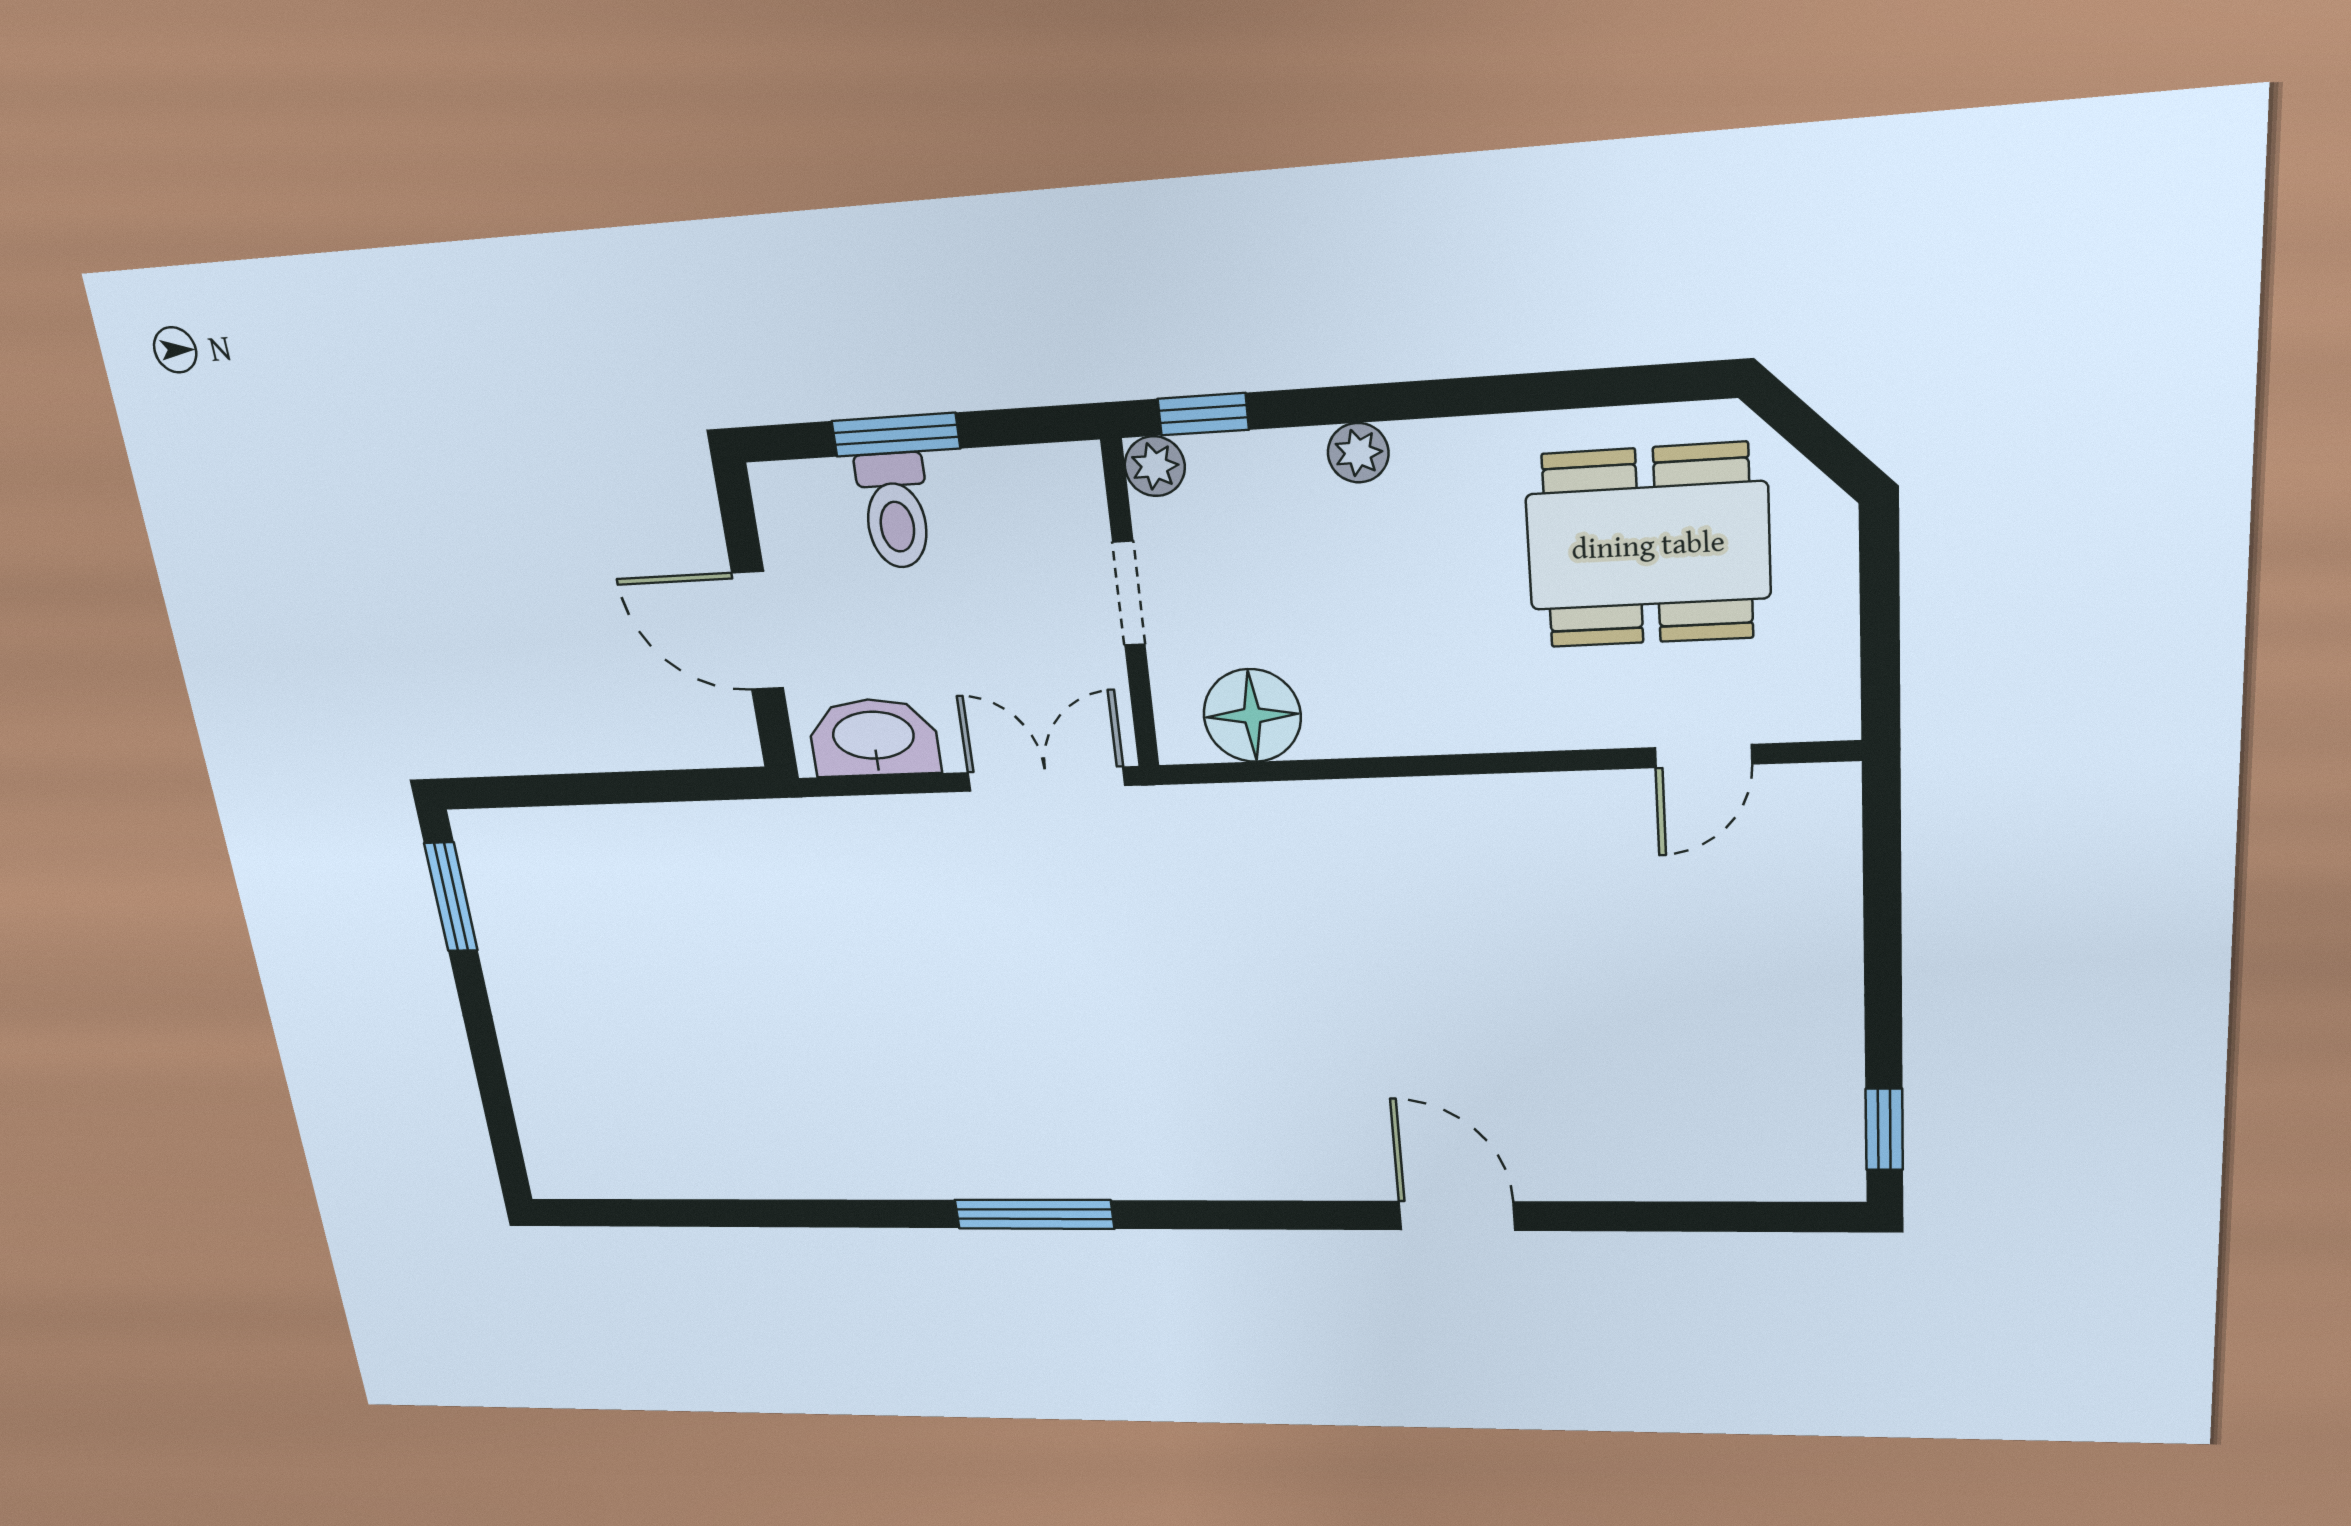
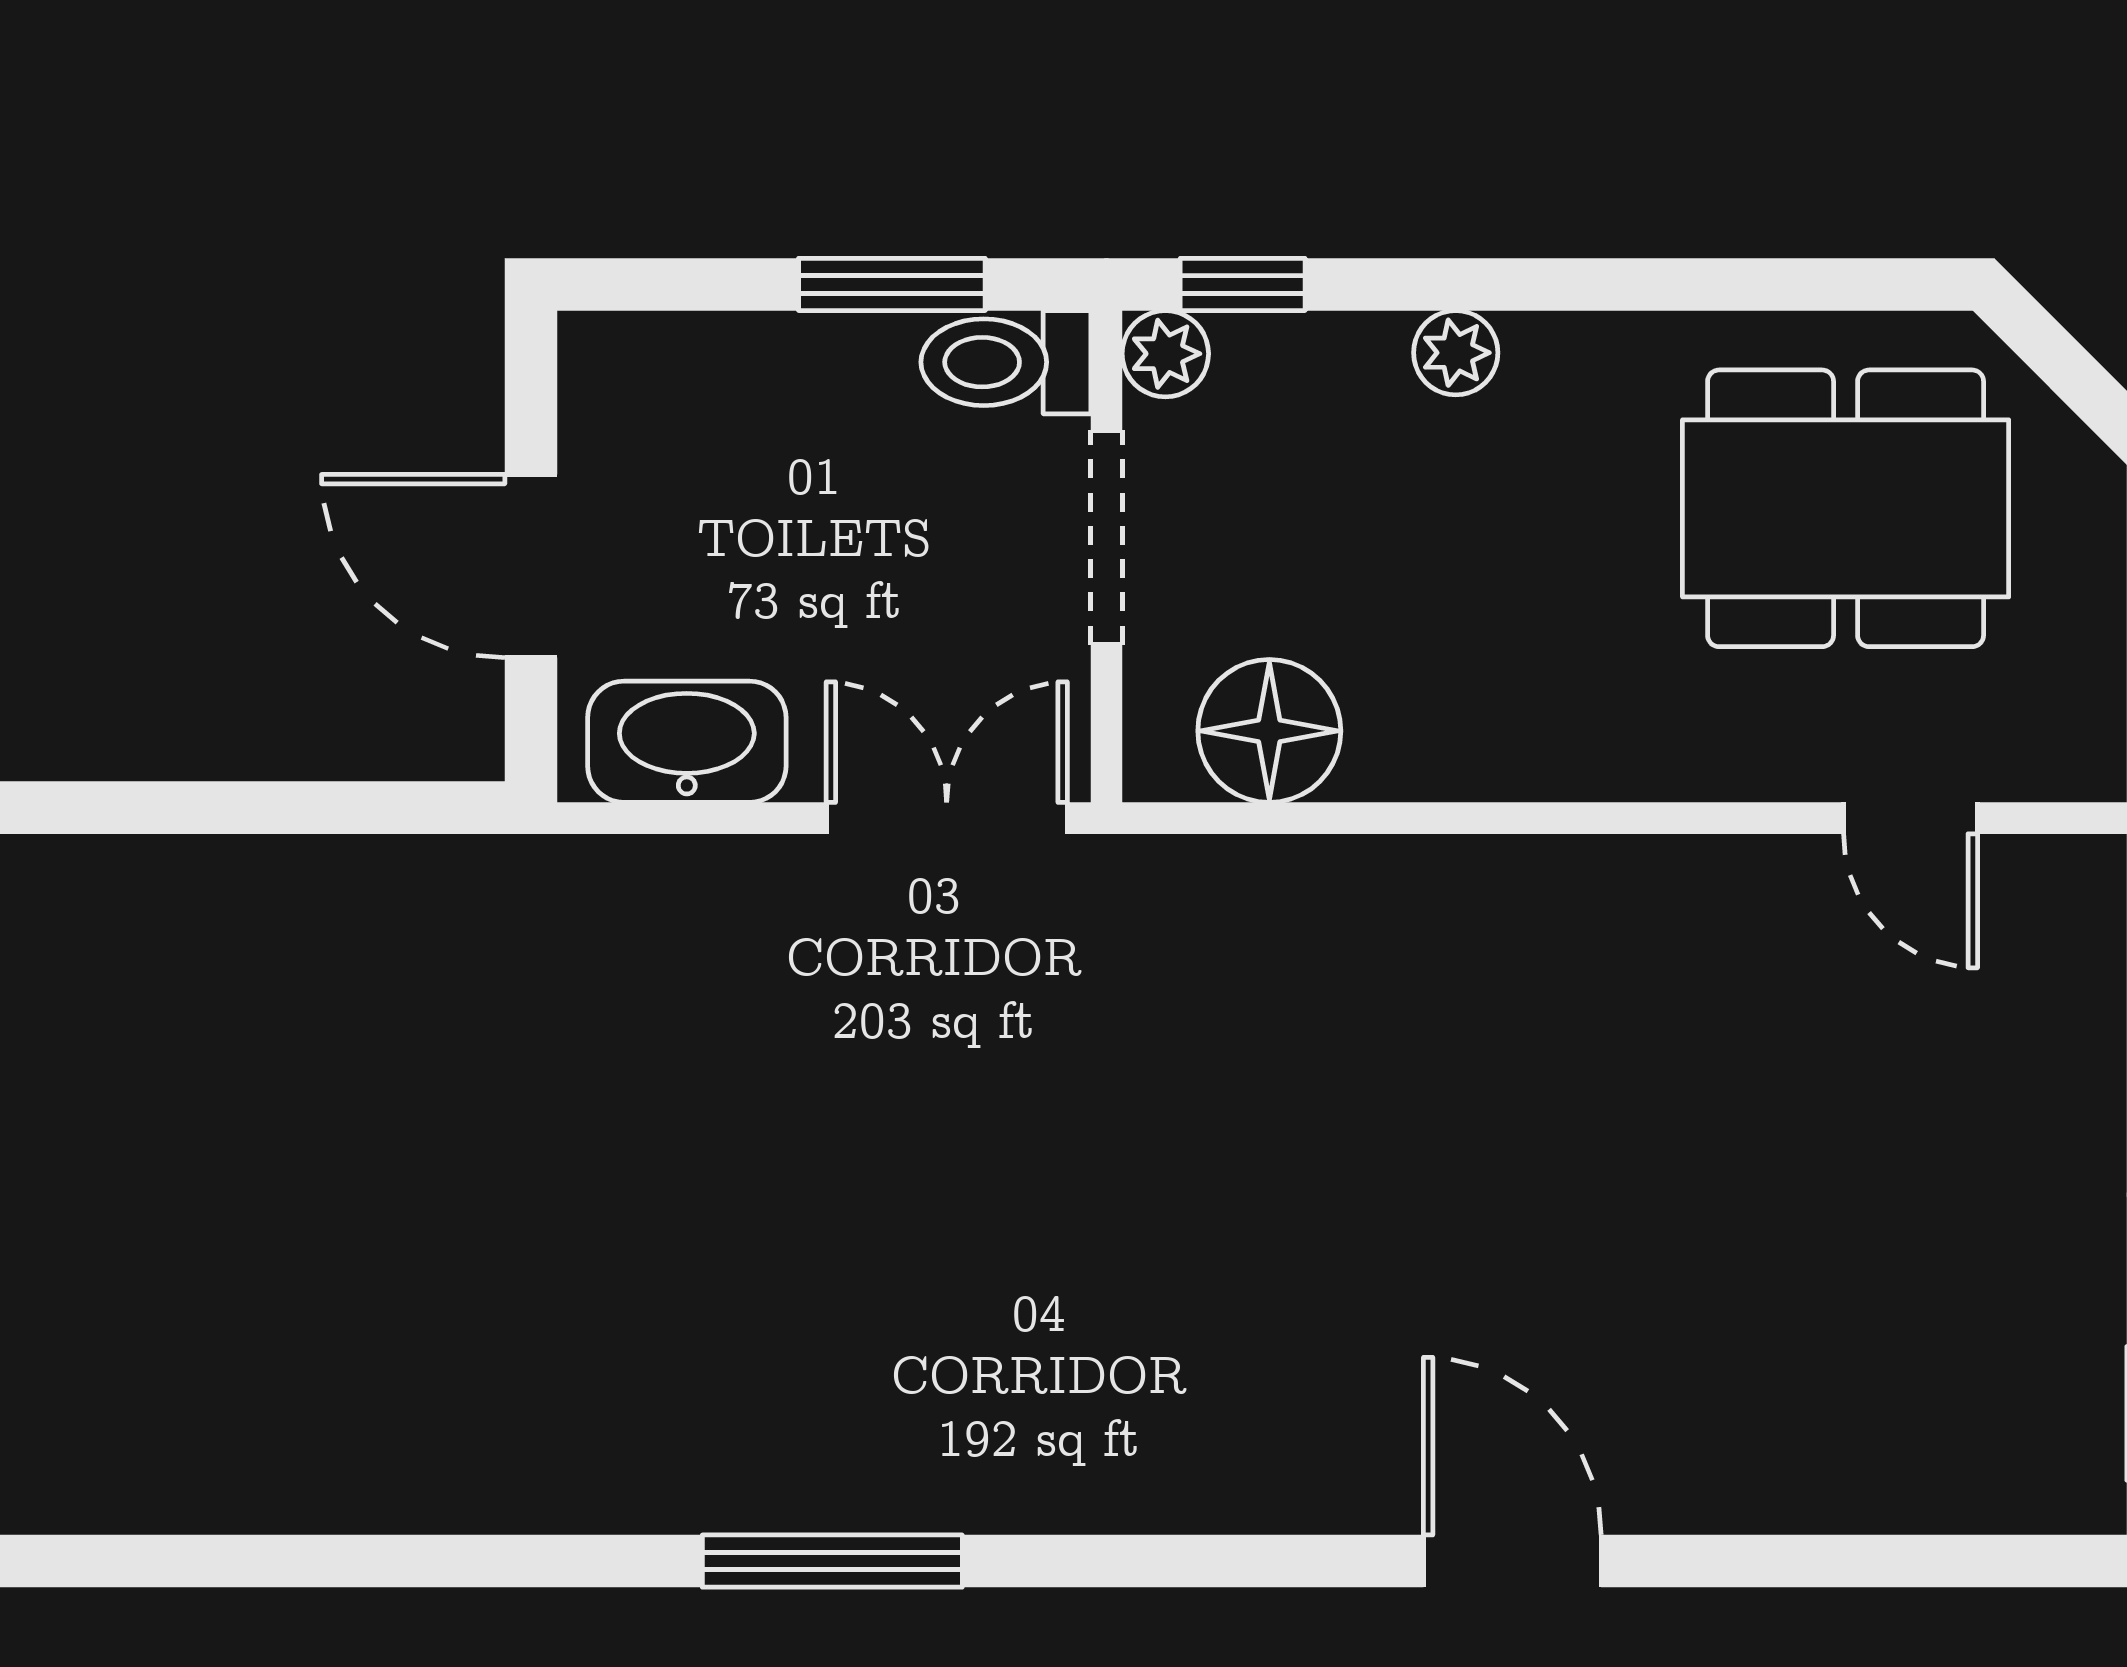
window: (896, 435) -> (892, 284), moved
toilet: (895, 511) -> (1006, 362), moved, turned 90
doorway: (1129, 593) -> (1106, 537), width x1.38
door: (1703, 756) -> (1911, 818), hinge flipped

